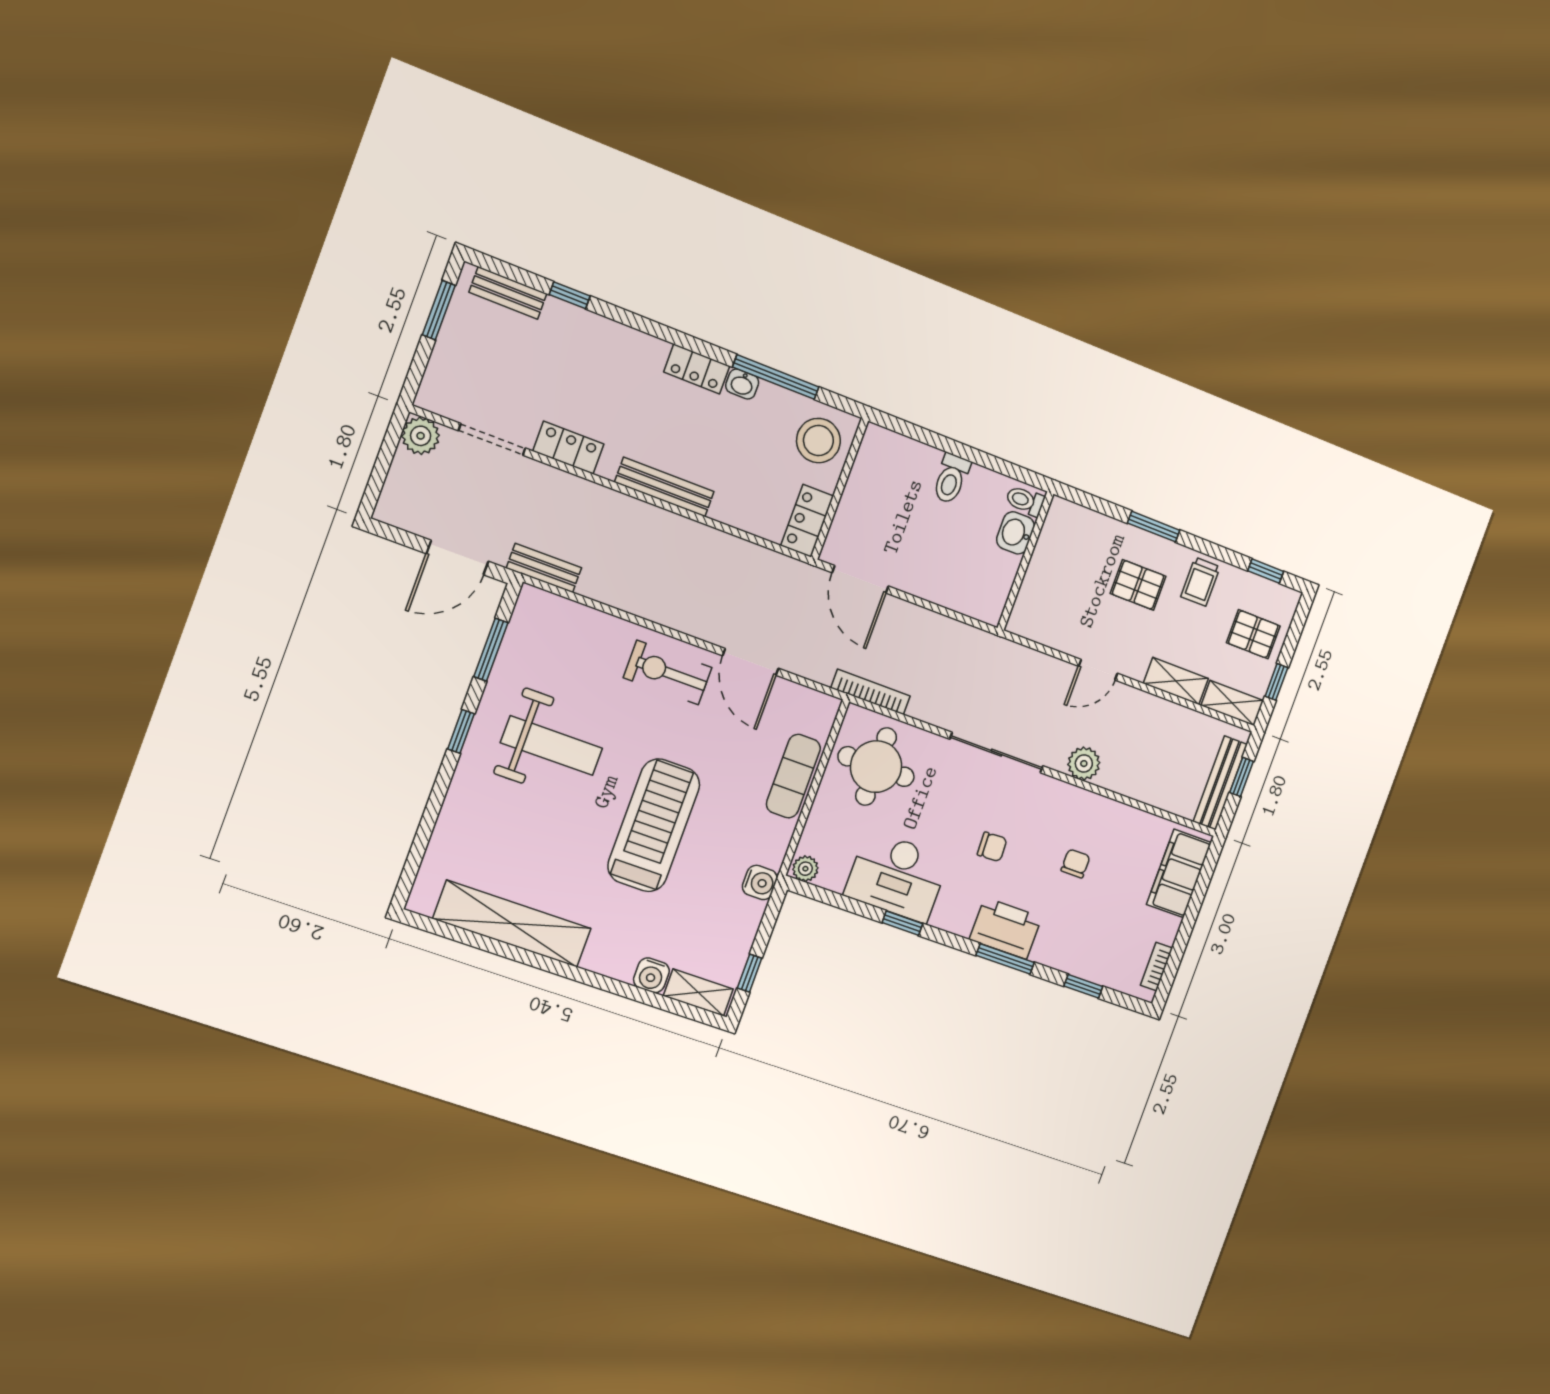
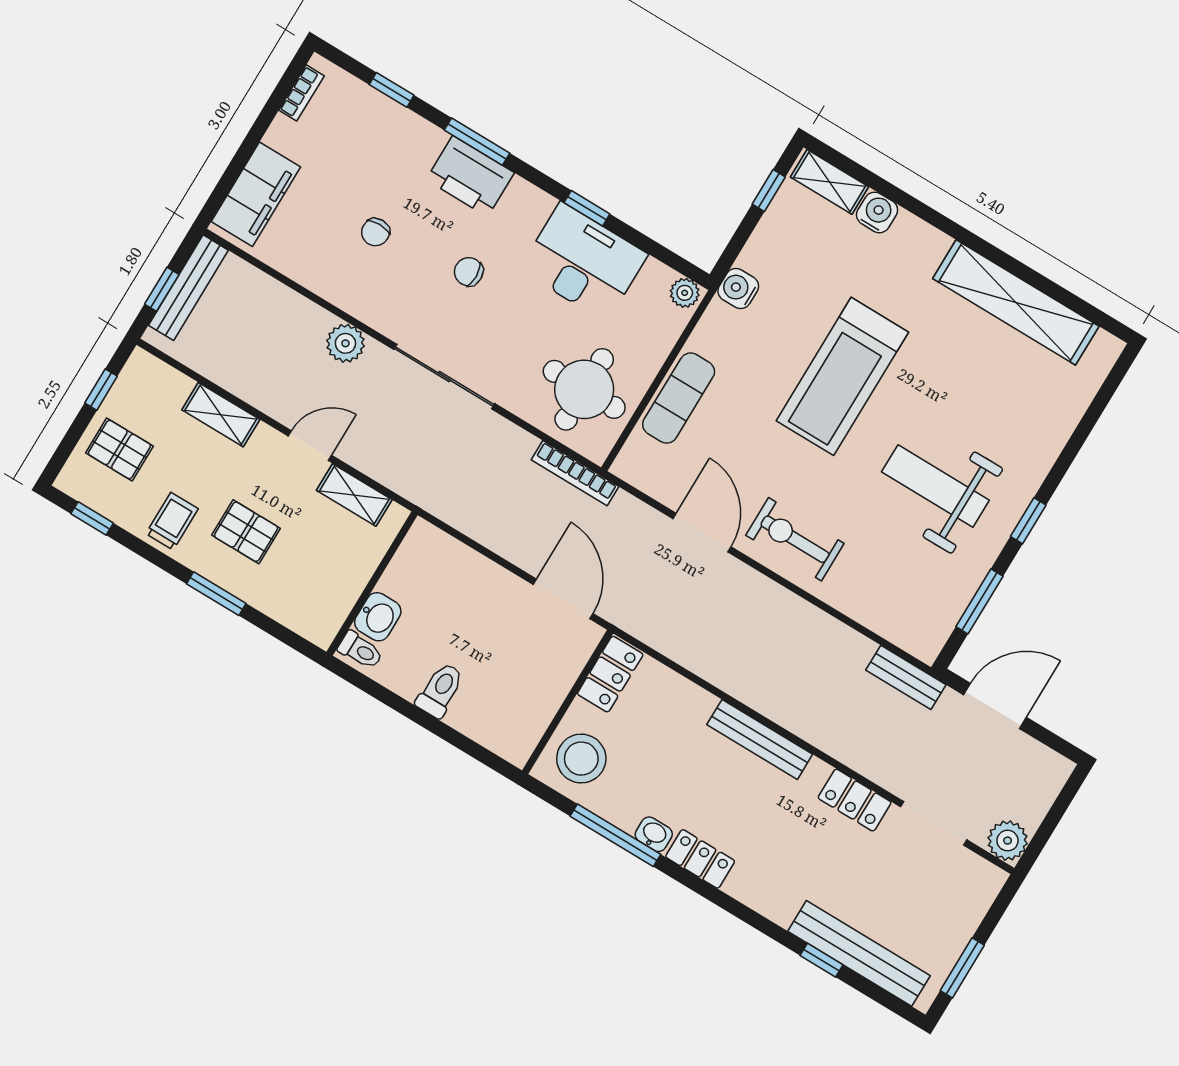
bench: (508, 293) -> (859, 953), width x1.86, depth x1.21
exercise bike: (668, 673) -> (795, 539), turned 180
shelving: (1232, 703) -> (354, 495), moved

